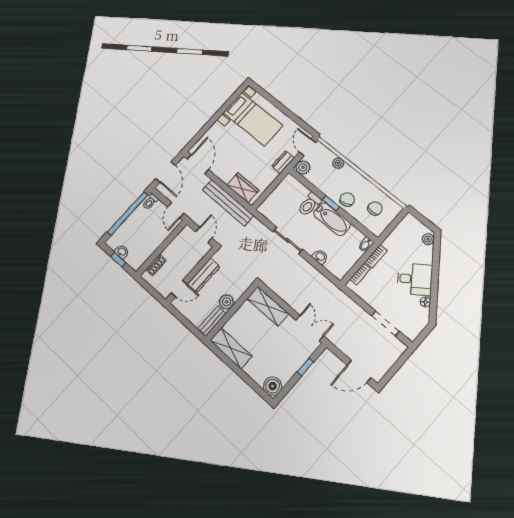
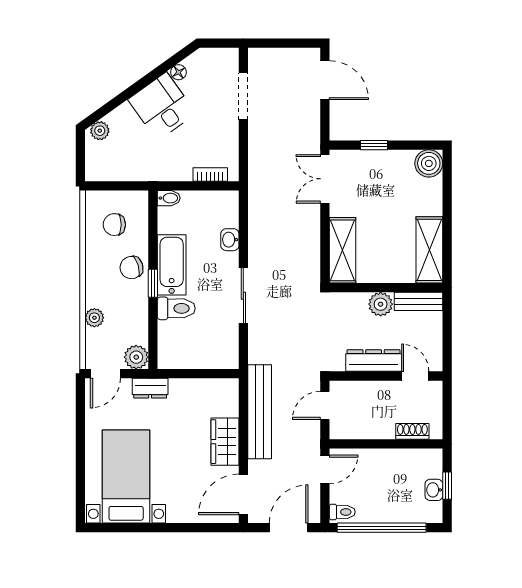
wardrobe: (243, 188) -> (225, 442), moved
bookcase: (376, 256) -> (173, 174), removed

